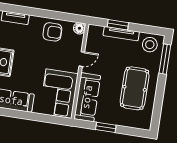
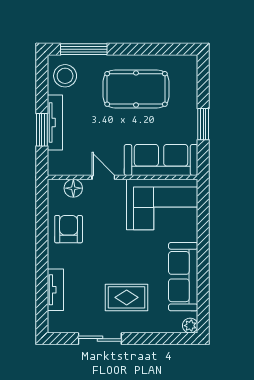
floor lamp: (79, 28) -> (73, 188), moved

